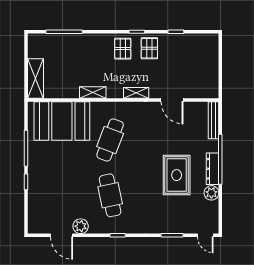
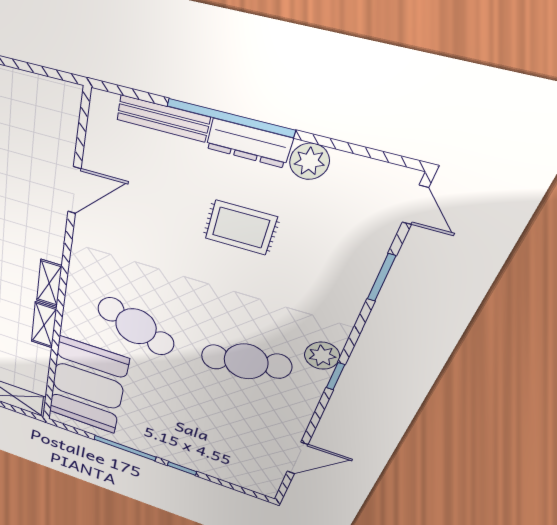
shelving: (136, 93) -> (49, 283), moved
bench: (213, 120) -> (163, 118), moved
rug: (177, 175) -> (241, 228), width x0.73, depth x0.70
plant: (81, 226) -> (322, 356), moved
door: (205, 235) -> (415, 205), hinge flipped

